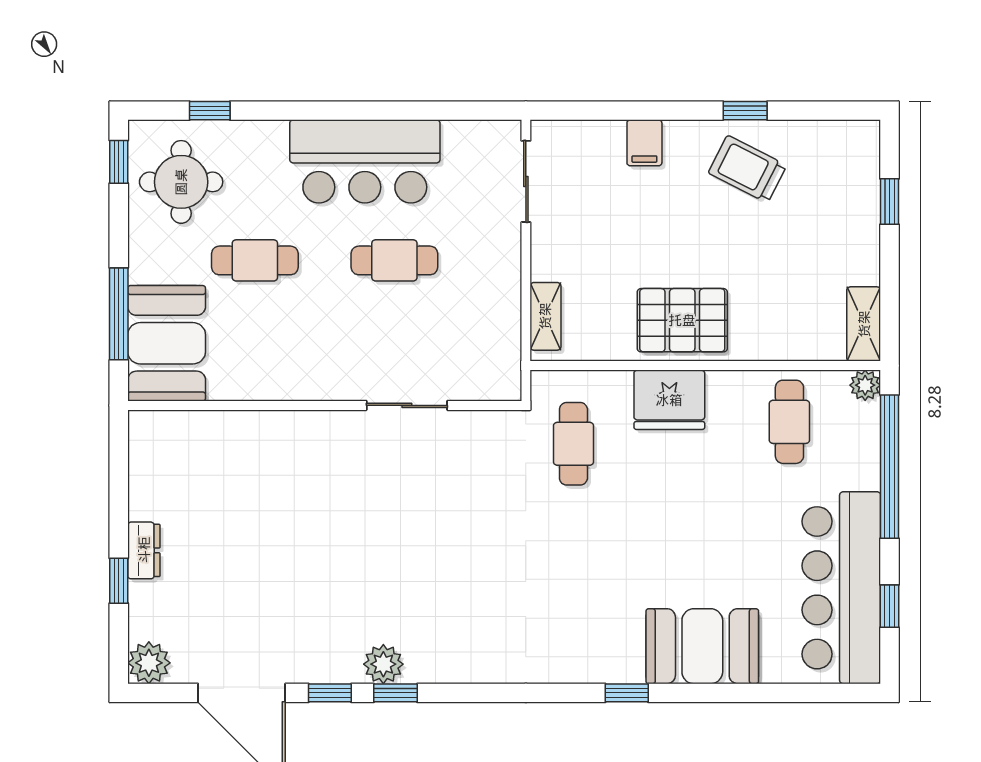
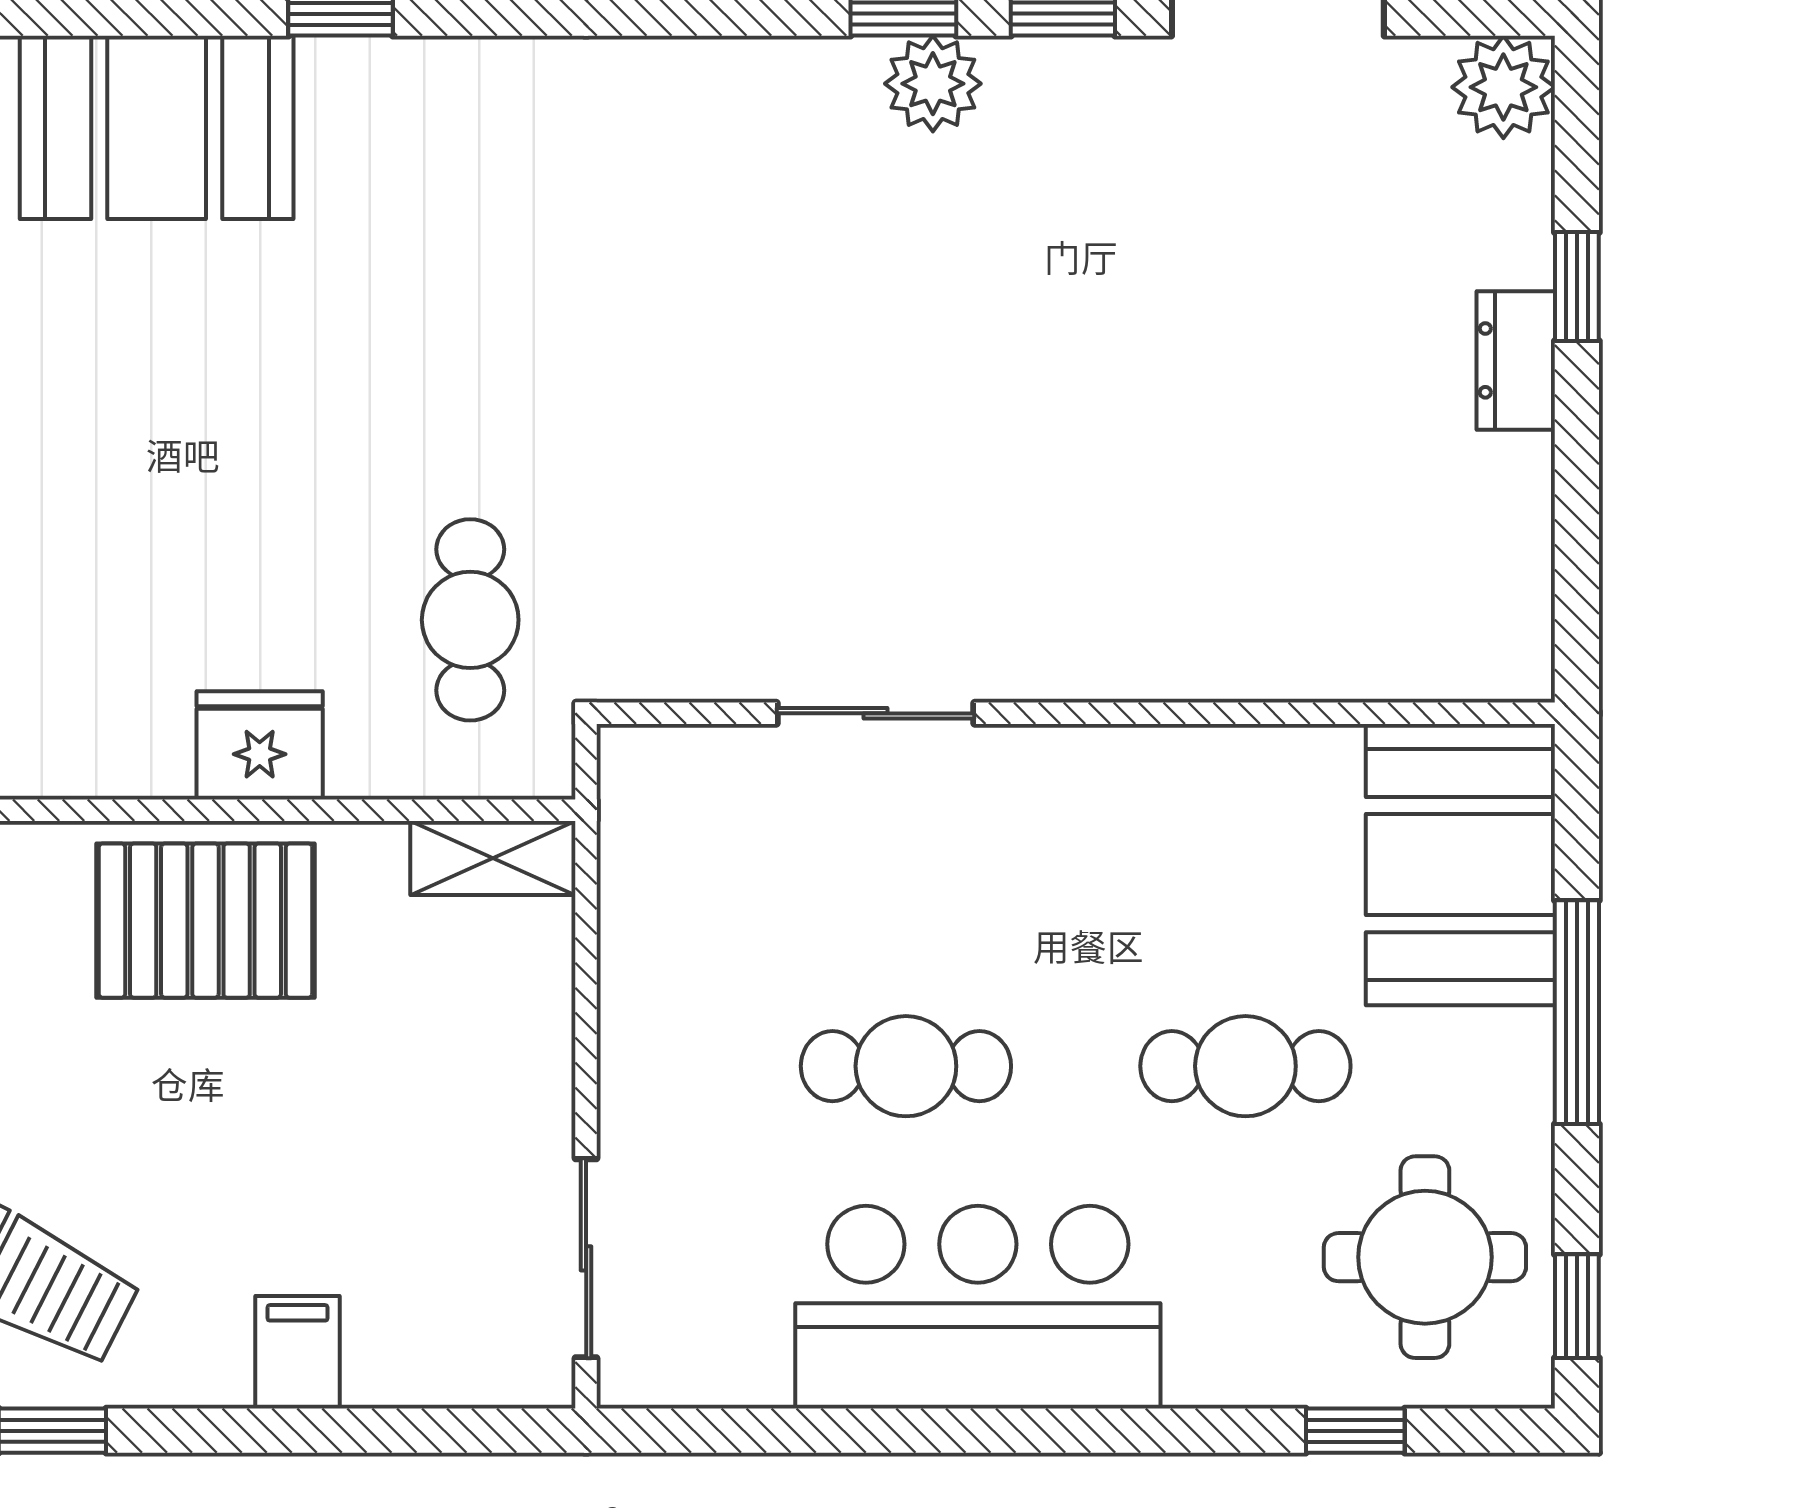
window: (119, 314) -> (1577, 1012), moved
shelving: (545, 316) -> (493, 858), moved, turned 90
fridge: (669, 400) -> (260, 745), width x0.73, depth x0.75

